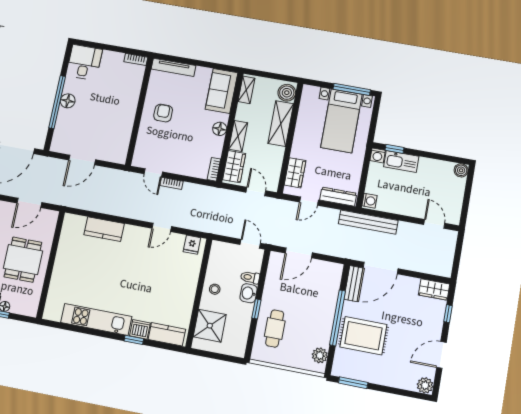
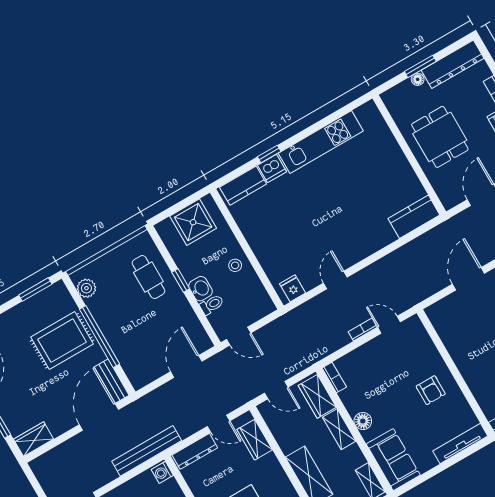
door: (309, 201) -> (219, 424), swing flipped
kitchen counter: (104, 229) -> (414, 217), moved
shower: (210, 326) -> (193, 222), moved

